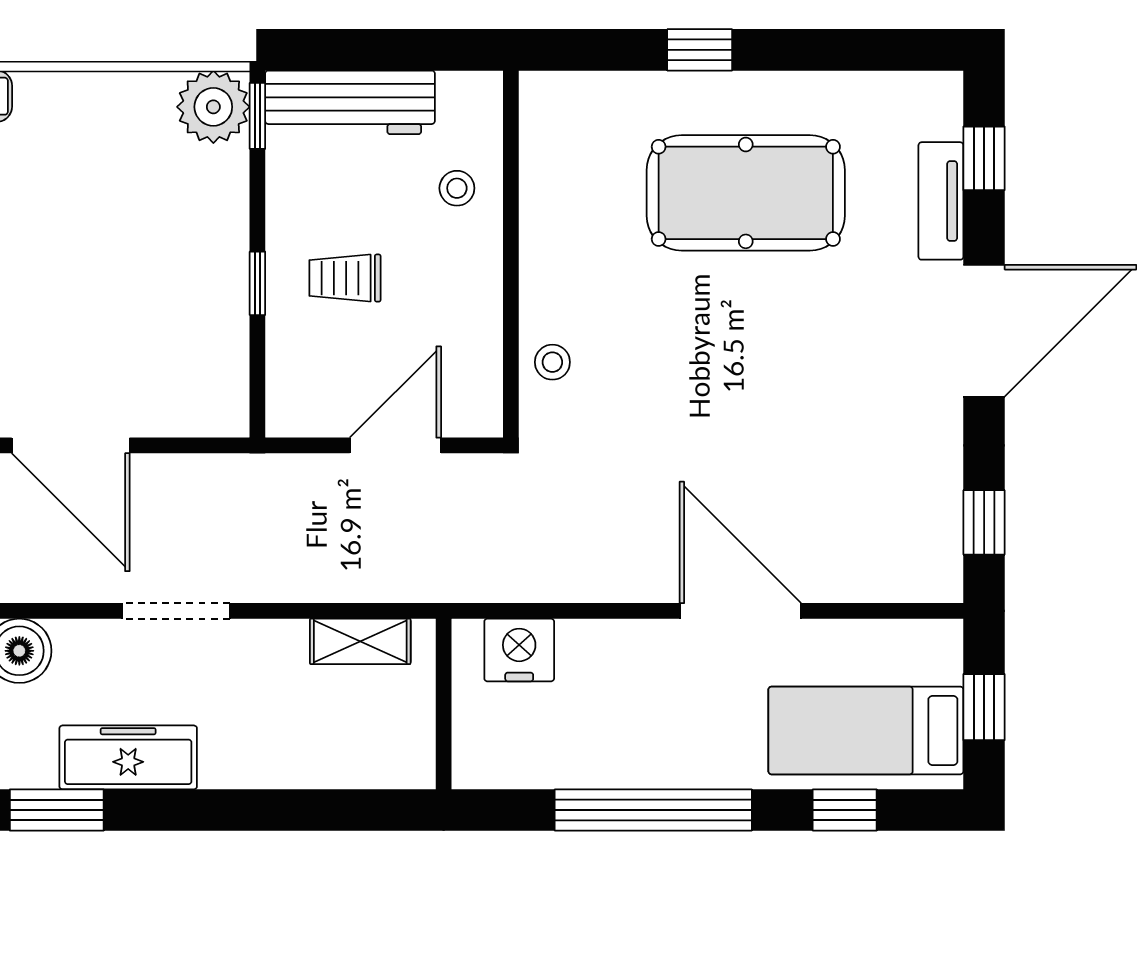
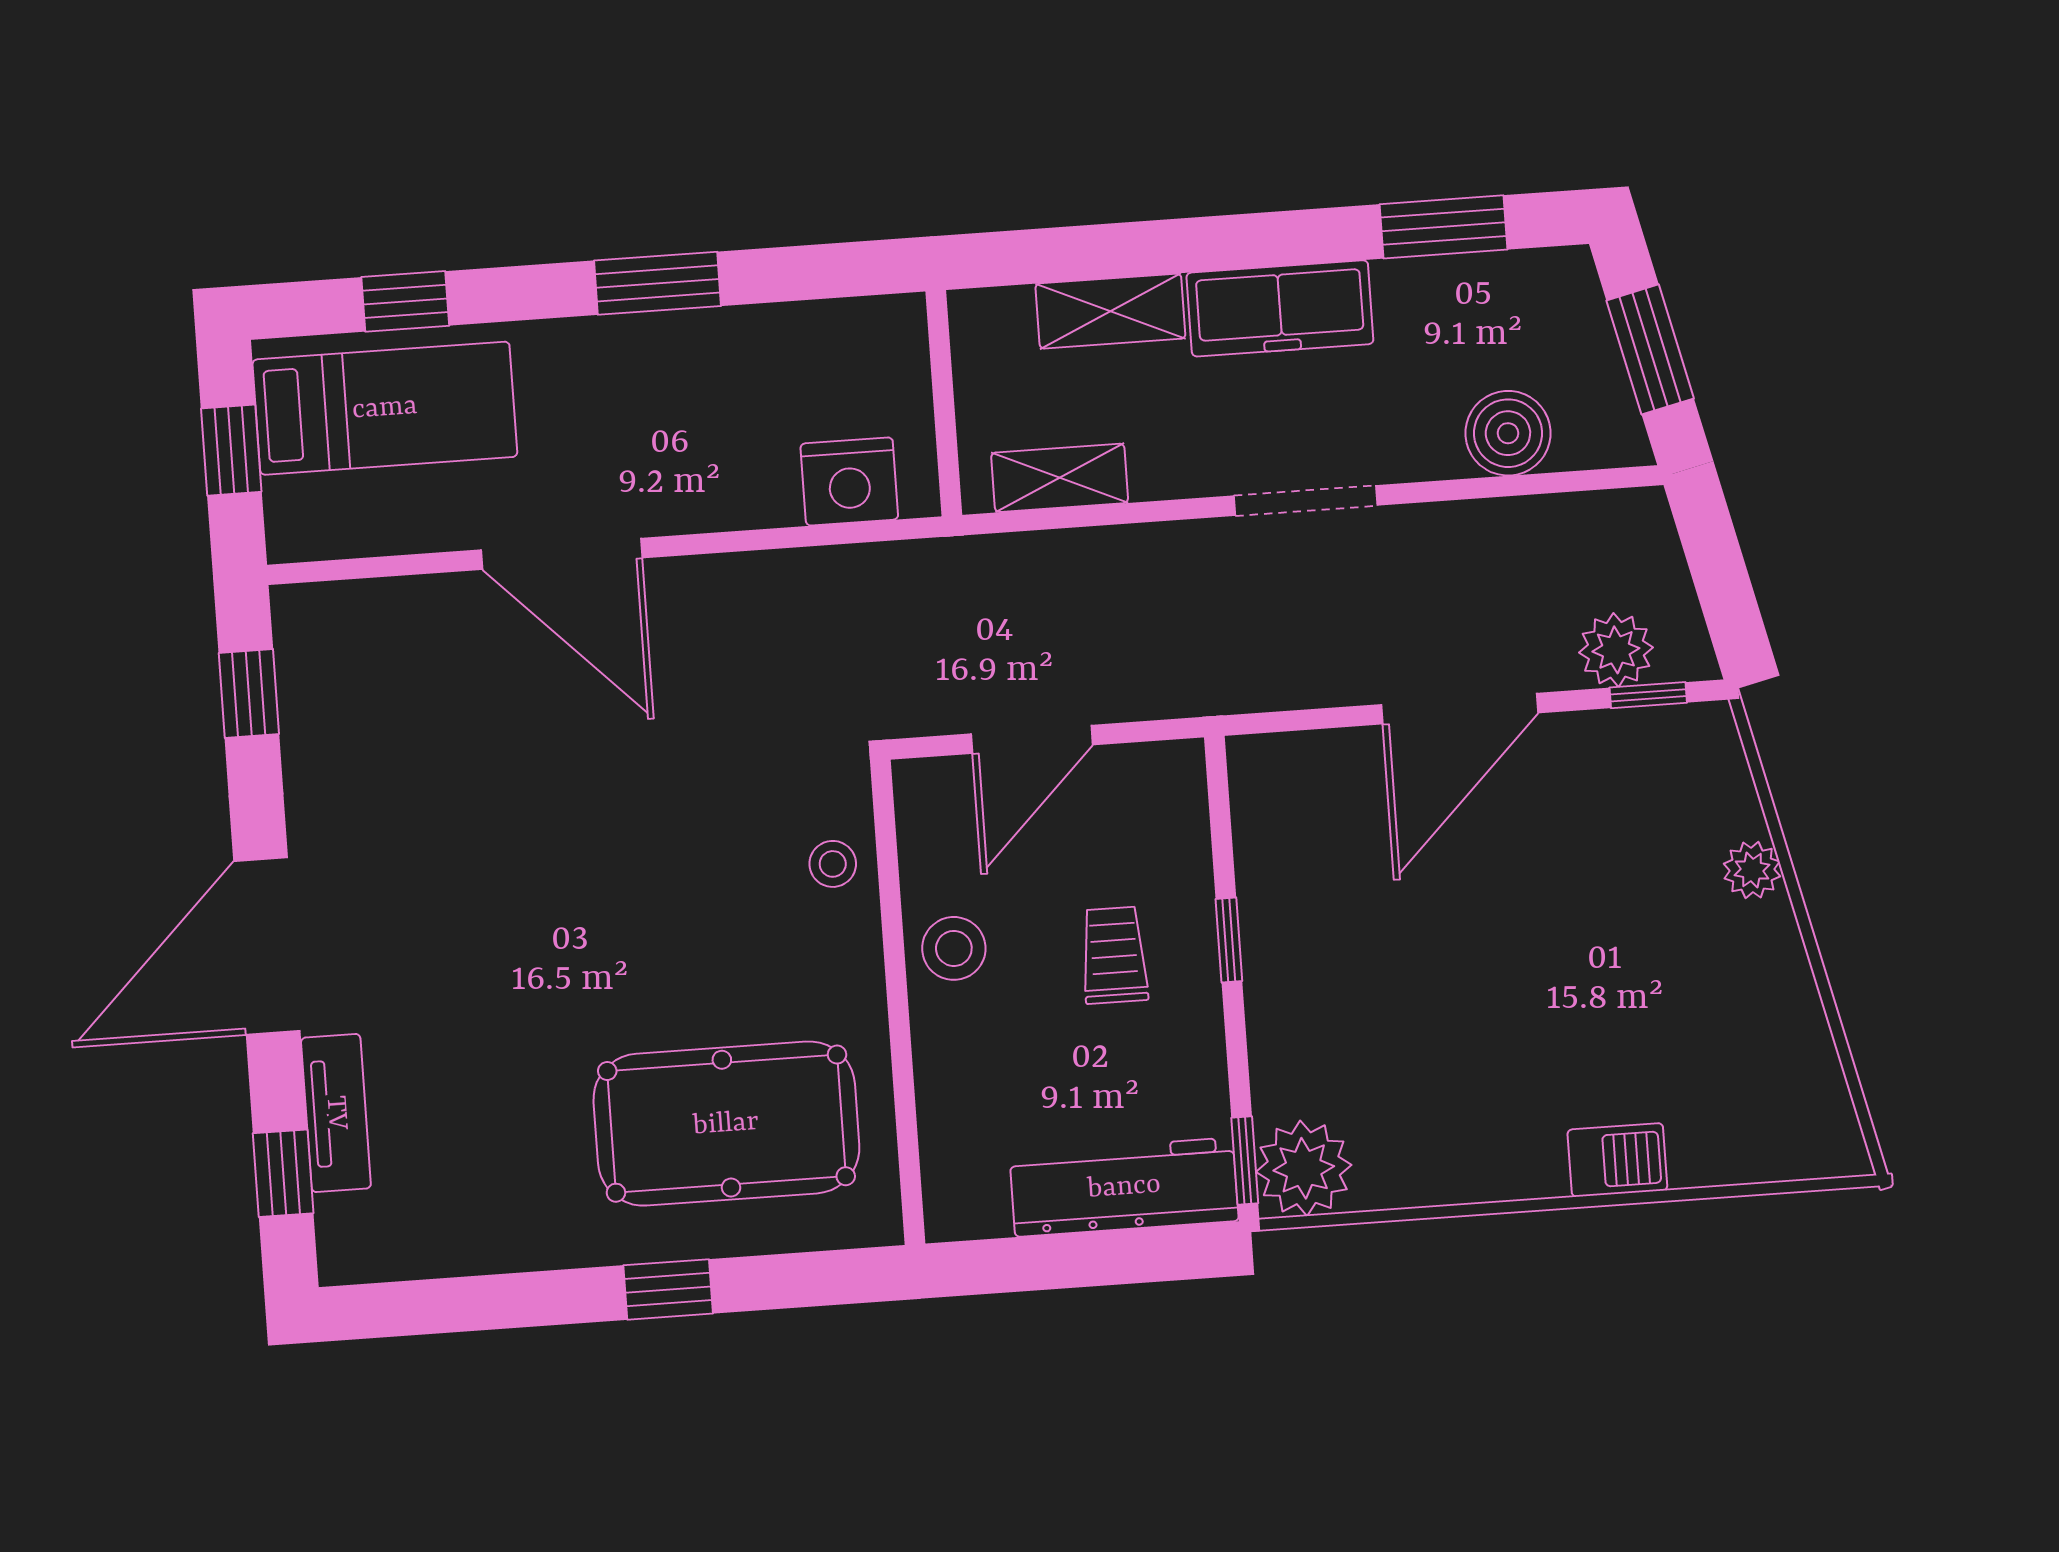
stool: (457, 188) -> (954, 948), moved, width x1.37, depth x1.37
pool table: (746, 193) -> (726, 1124), moved
trolley: (345, 278) -> (1114, 955), turned -90
door: (71, 445) -> (1460, 709), swing flipped
freezer: (128, 757) -> (1280, 308), moved
shelving: (313, 764) -> (1110, 311), added
window: (653, 810) -> (658, 283), width x0.47

